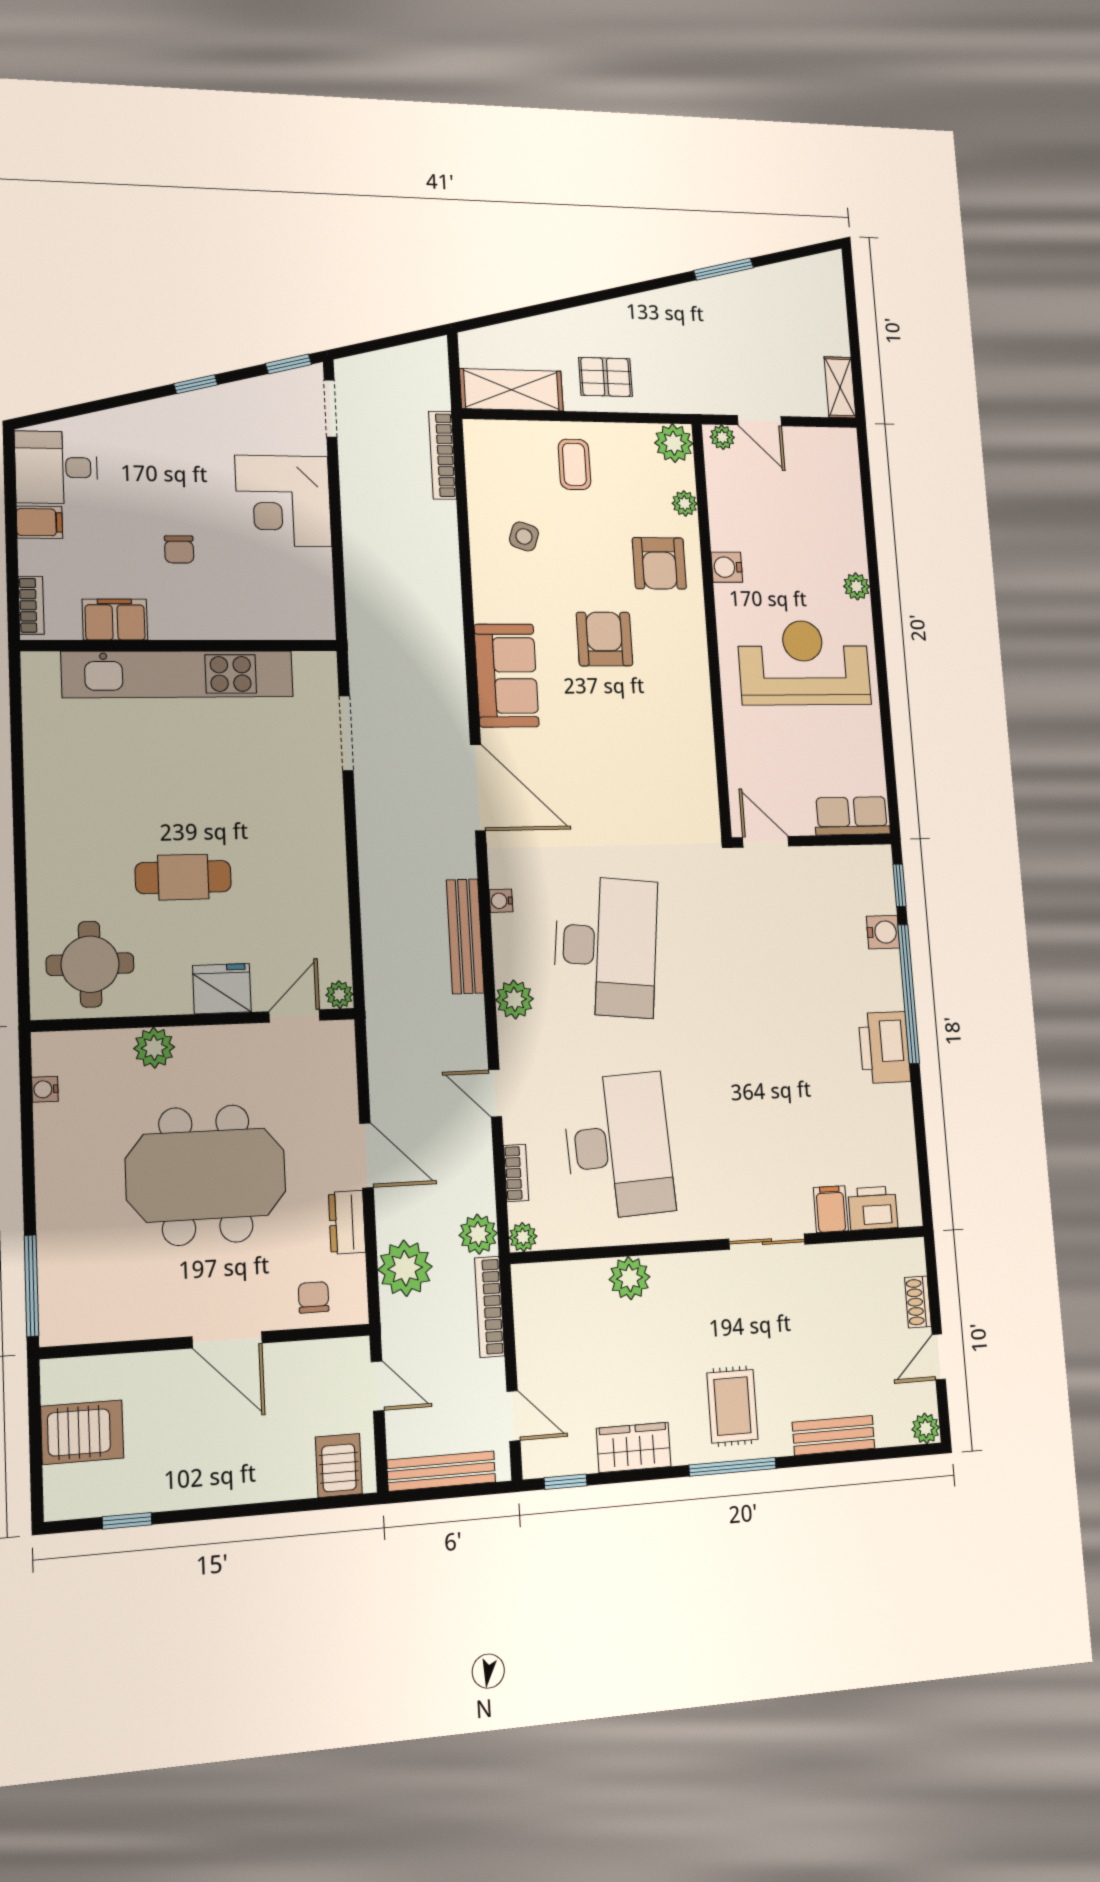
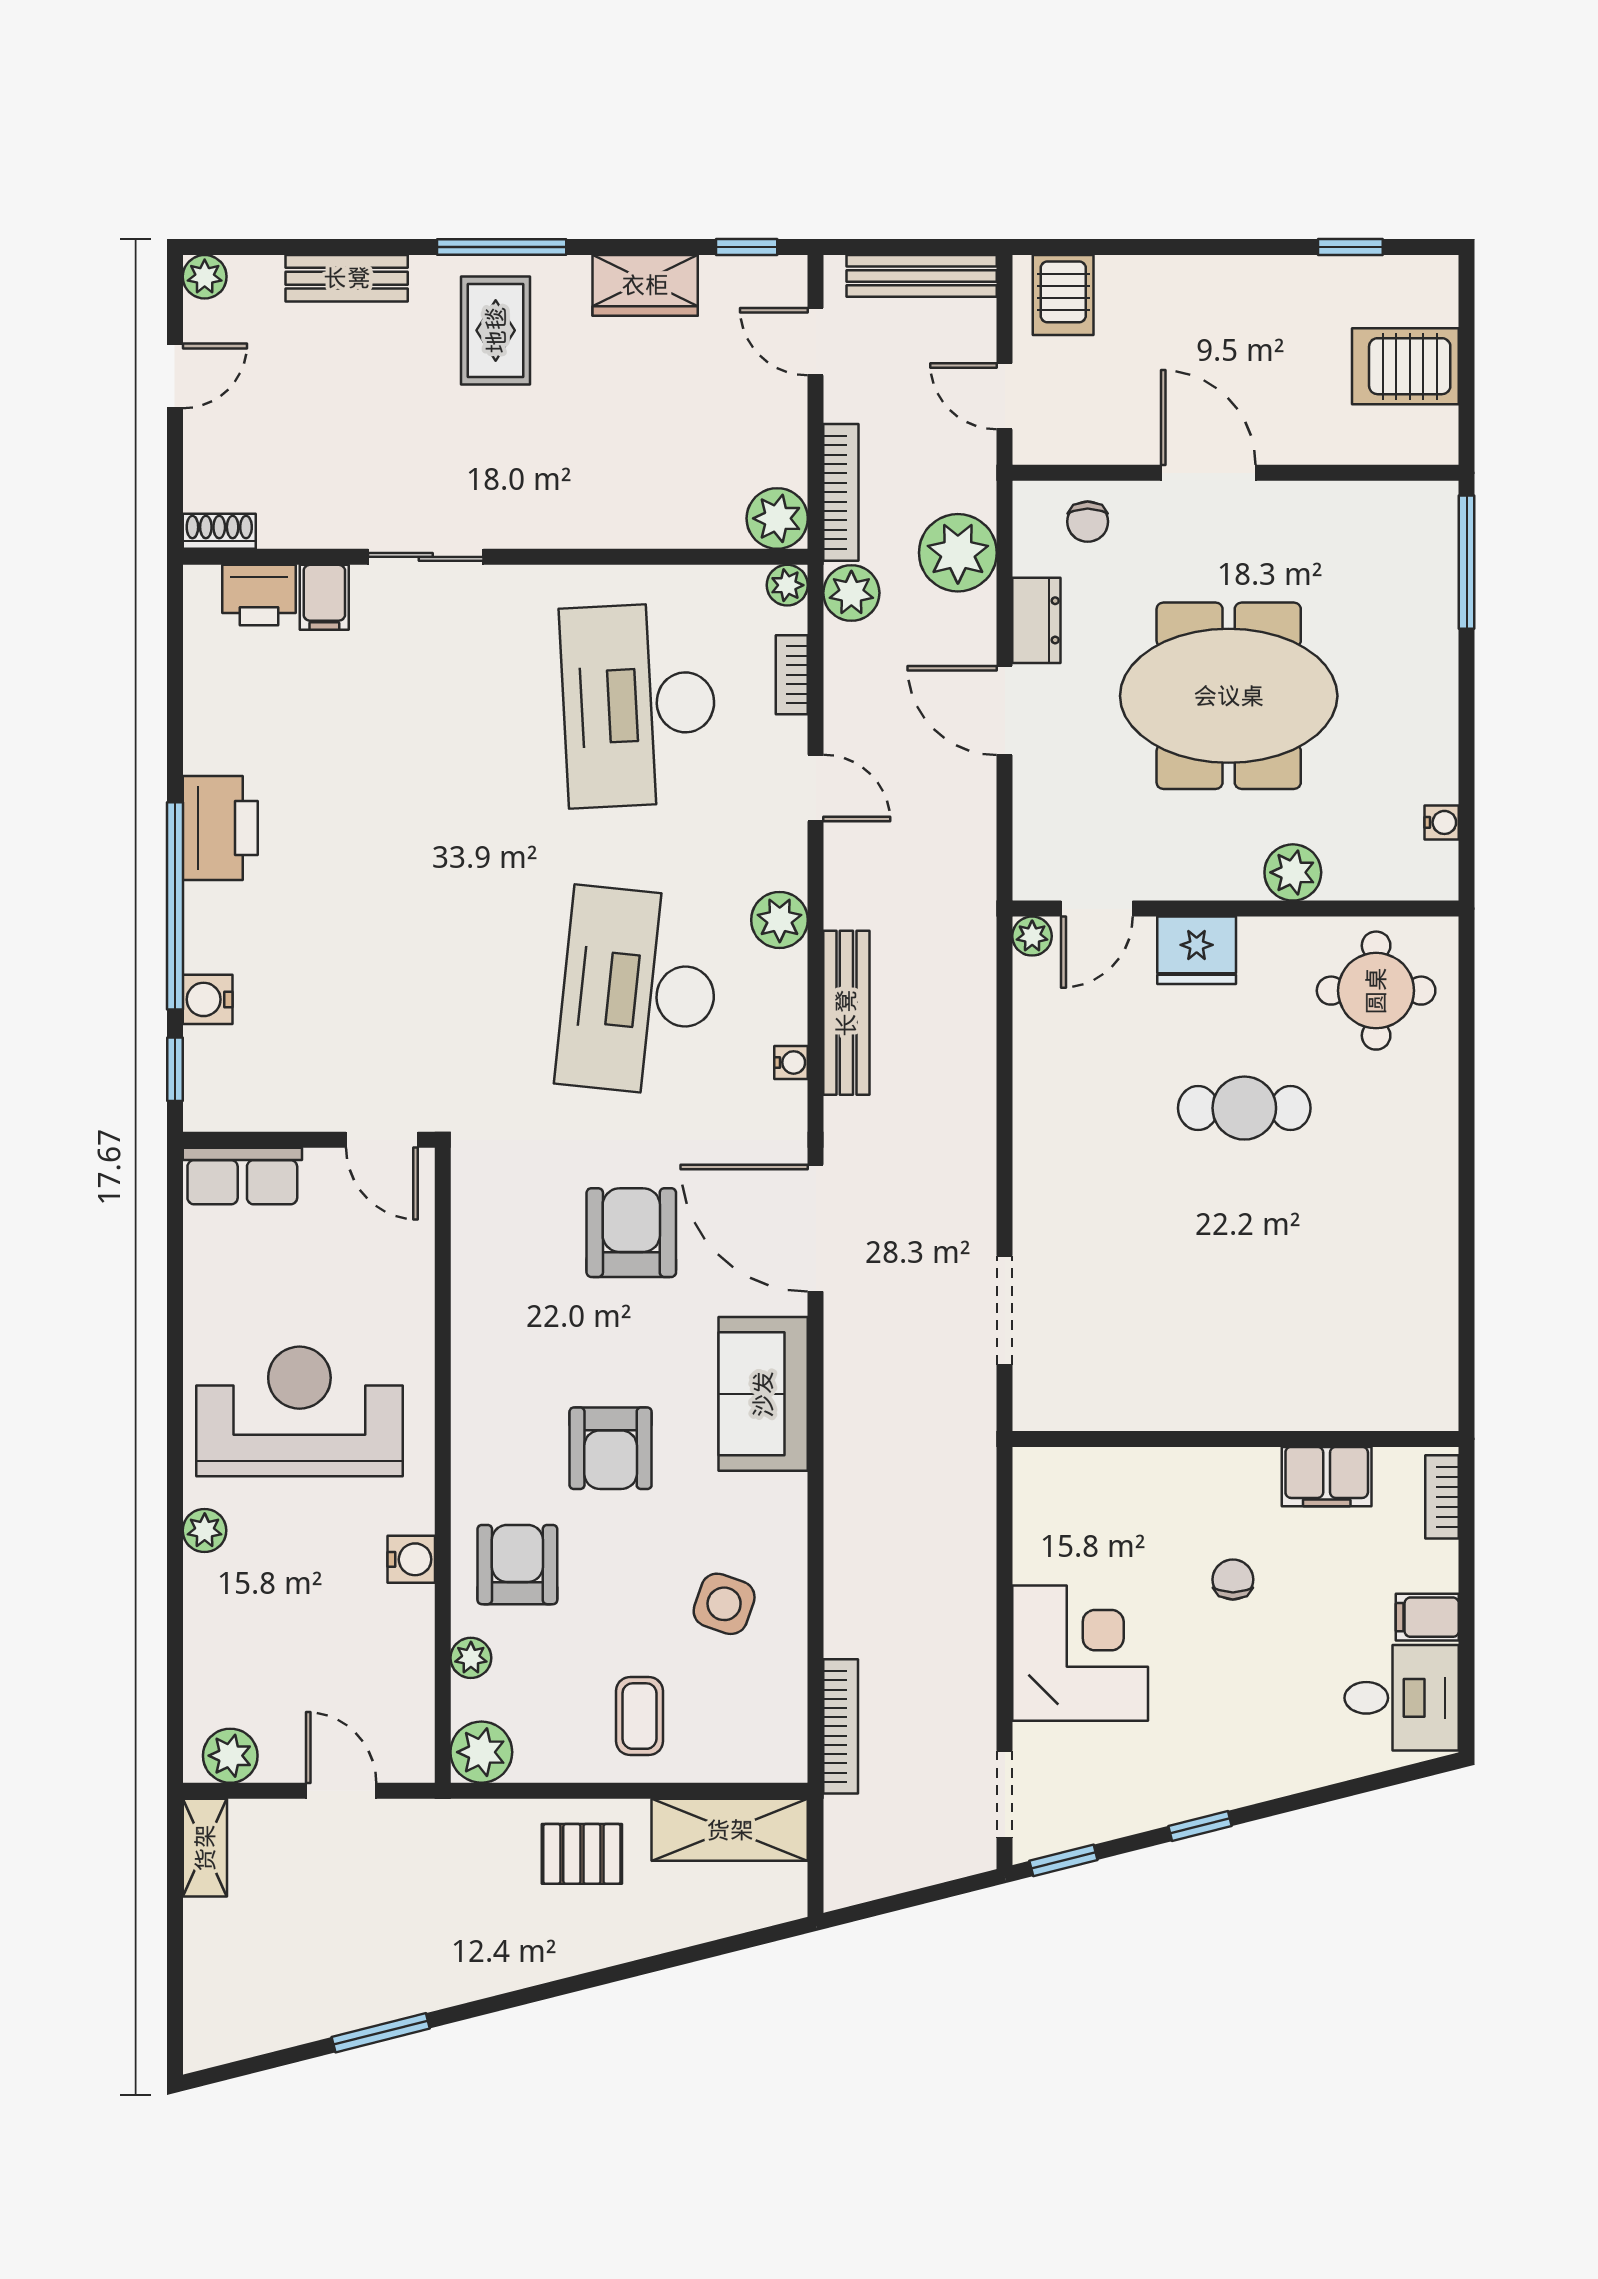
plant: (722, 437) -> (230, 1756), moved, width x1.38, depth x1.38
side table: (524, 536) -> (724, 1604), width x1.37, depth x1.37
reception desk: (804, 663) -> (299, 1411), turned 180
kitchen unit: (178, 674) -> (1241, 1398), removed
armchair: (600, 783) -> (631, 1233), added
plant: (630, 1278) -> (777, 518), moved
shoe rack: (918, 1302) -> (219, 531), moved, turned -90

